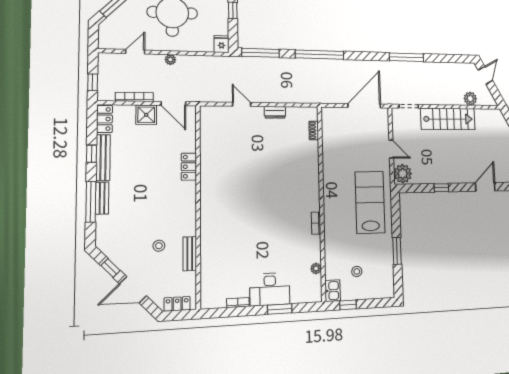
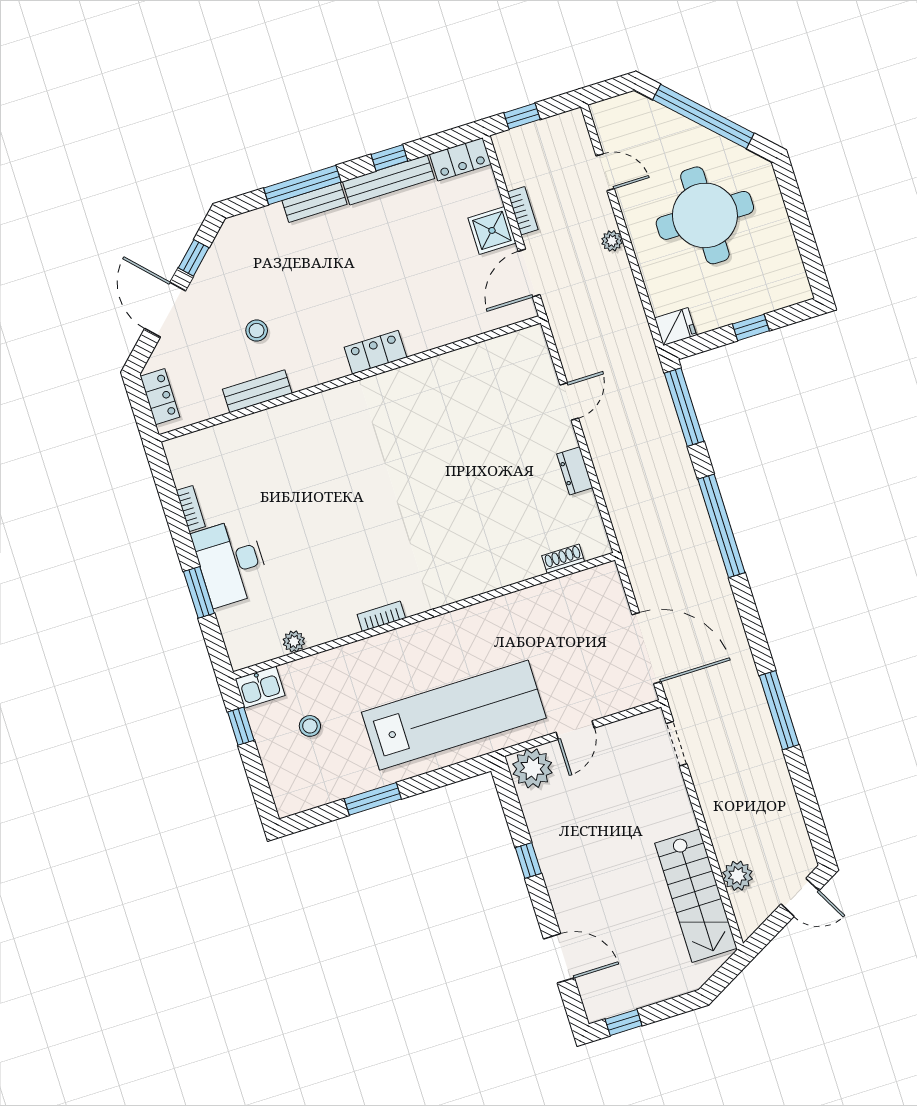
bookcase: (134, 97) -> (523, 211), width x0.64
stairs: (448, 119) -> (696, 896), moved
locker: (189, 167) -> (375, 352), moved
lab bench: (370, 202) -> (454, 715), width x1.36

